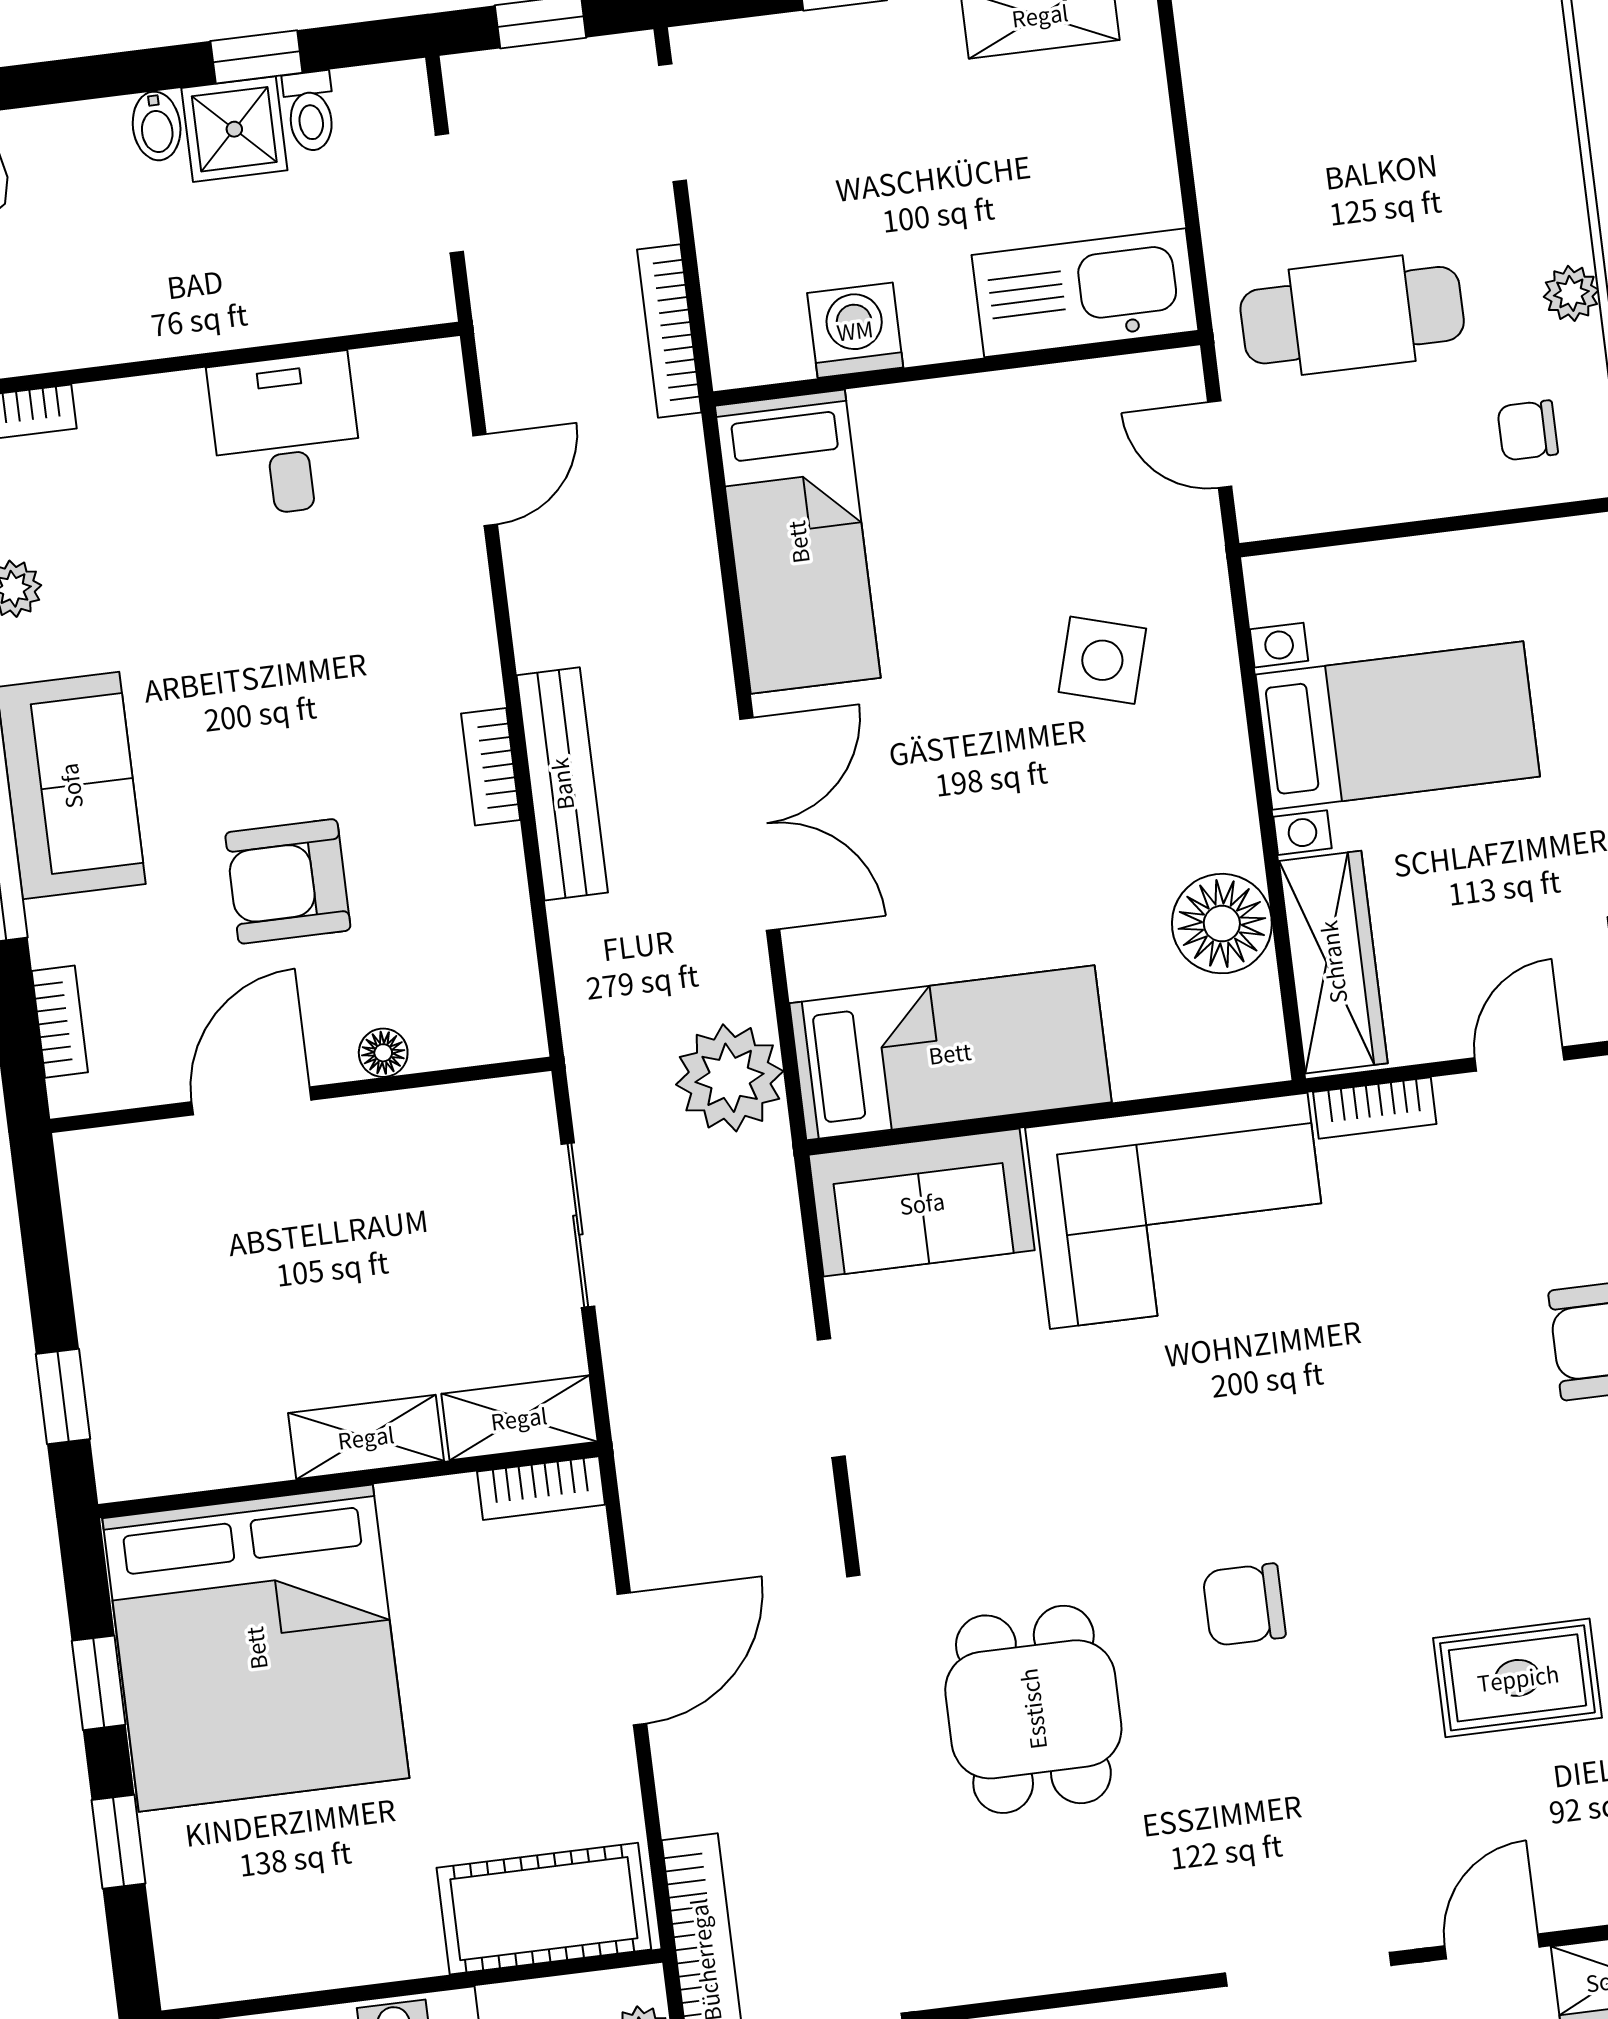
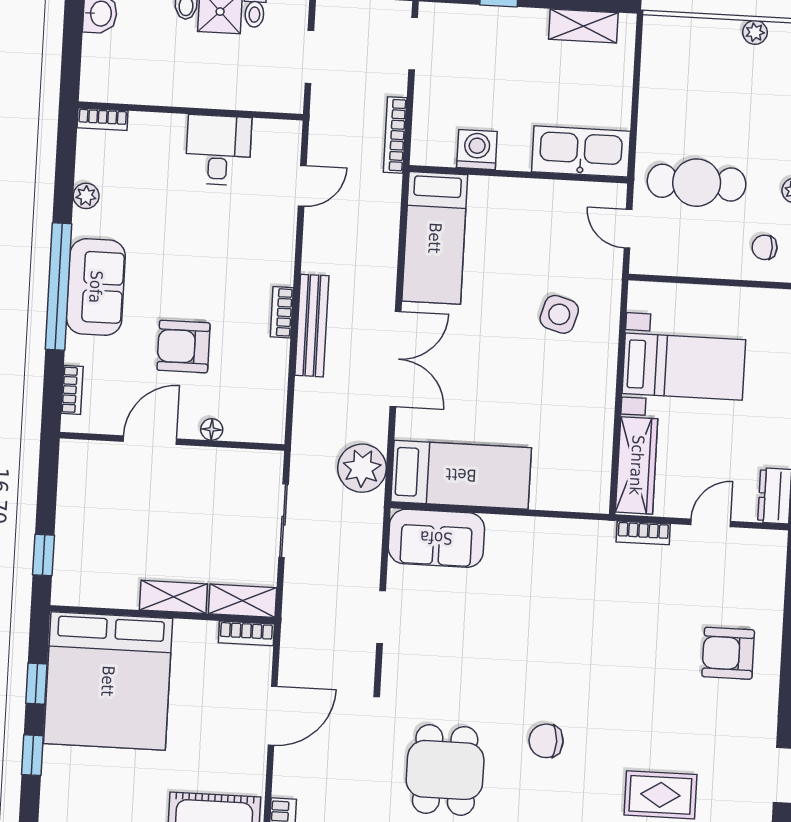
floor lamp: (1222, 924) -> (591, 440), removed
corner sofa: (1179, 1211) -> (549, 562), removed

